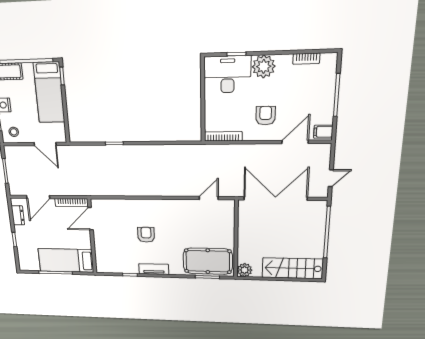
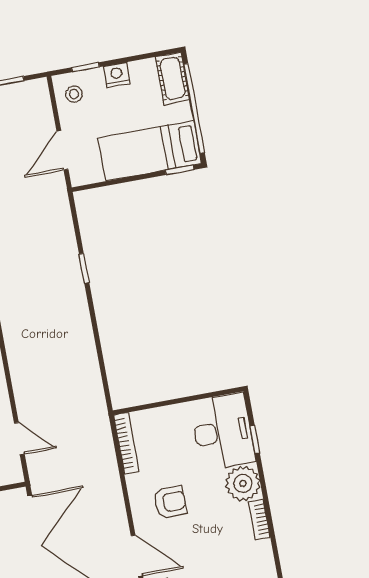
bookcase: (306, 59) -> (259, 520), moved

